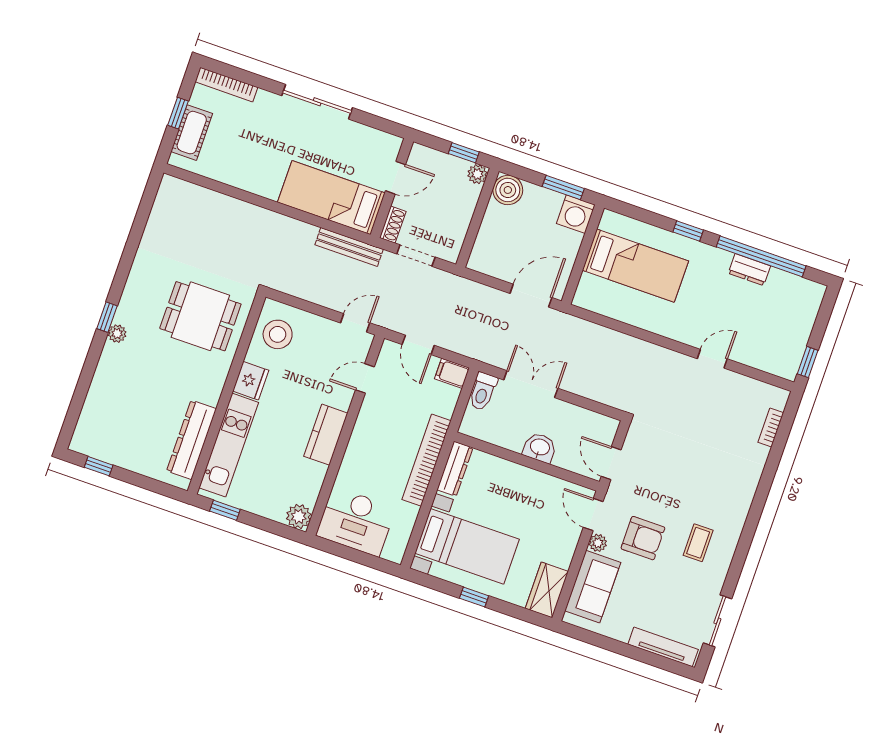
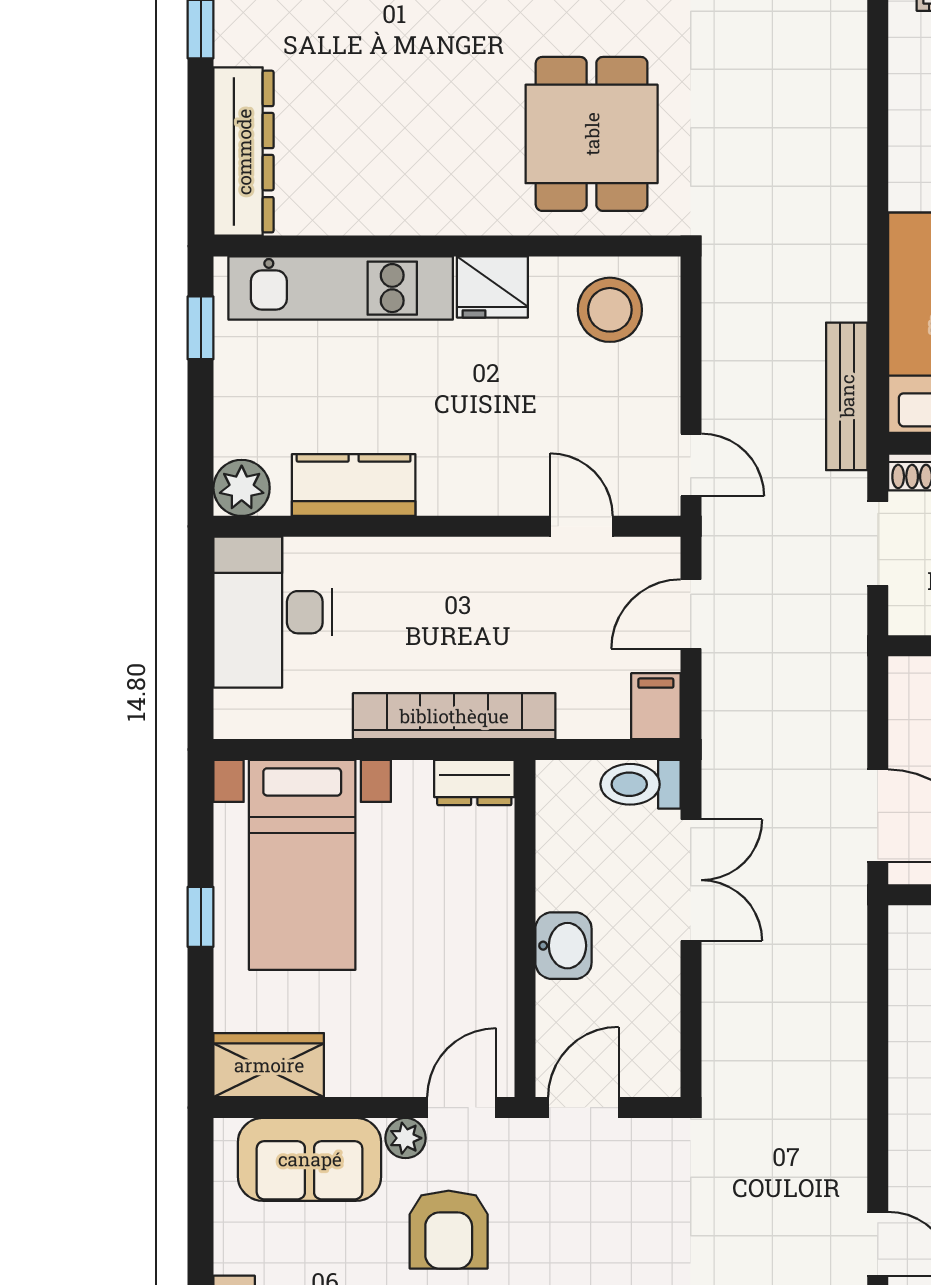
kitchen counter: (326, 435) -> (354, 485), moved
dresser: (191, 440) -> (244, 152), moved, turned 90
dresser: (455, 469) -> (474, 783), width x0.70

